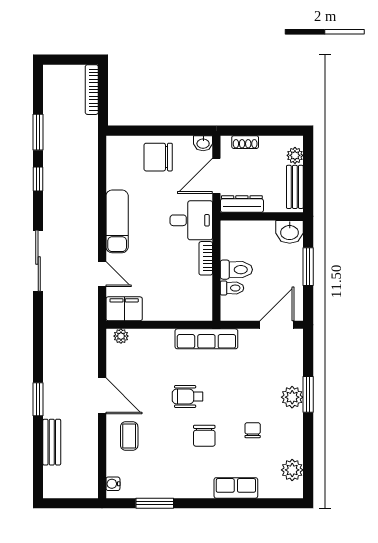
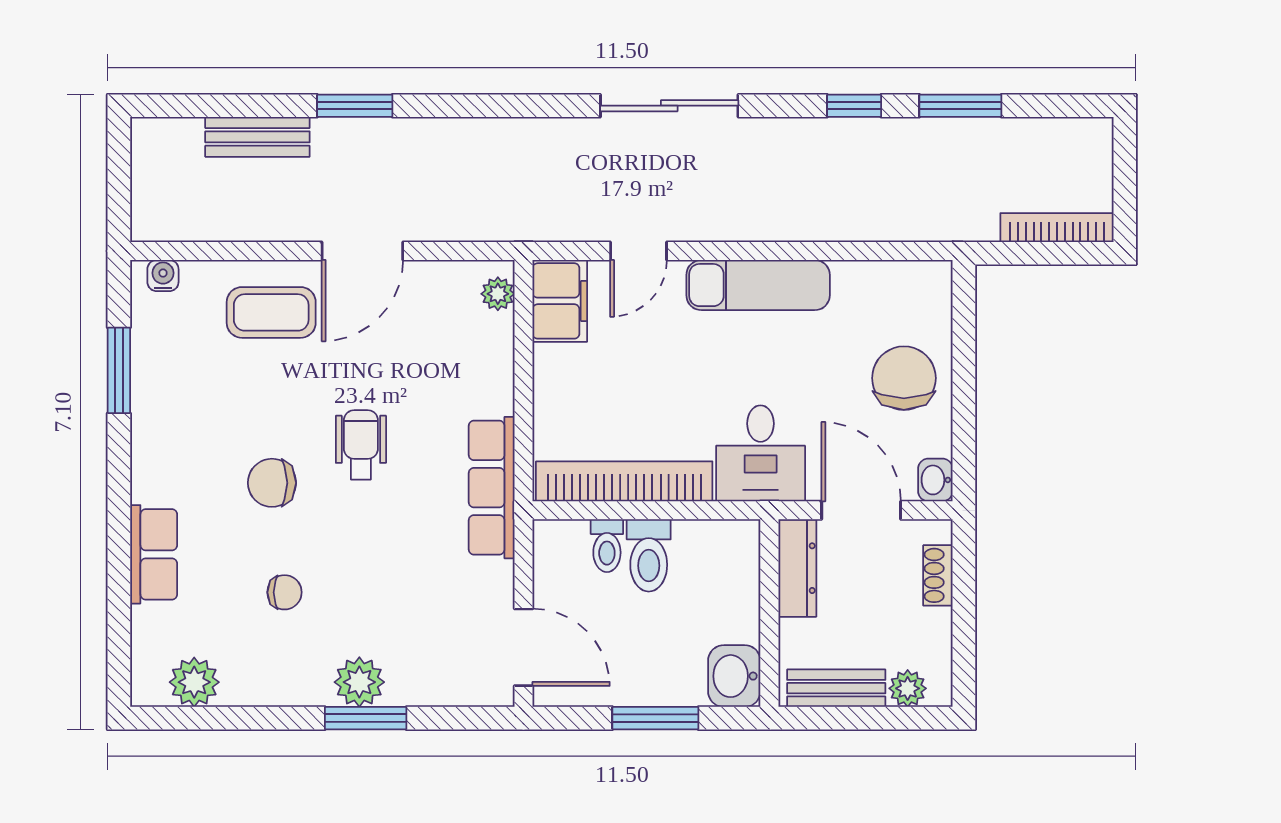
bookcase: (206, 258) -> (624, 481), width x2.31, depth x1.31
coffee table: (129, 436) -> (271, 312), width x1.36, depth x1.30

